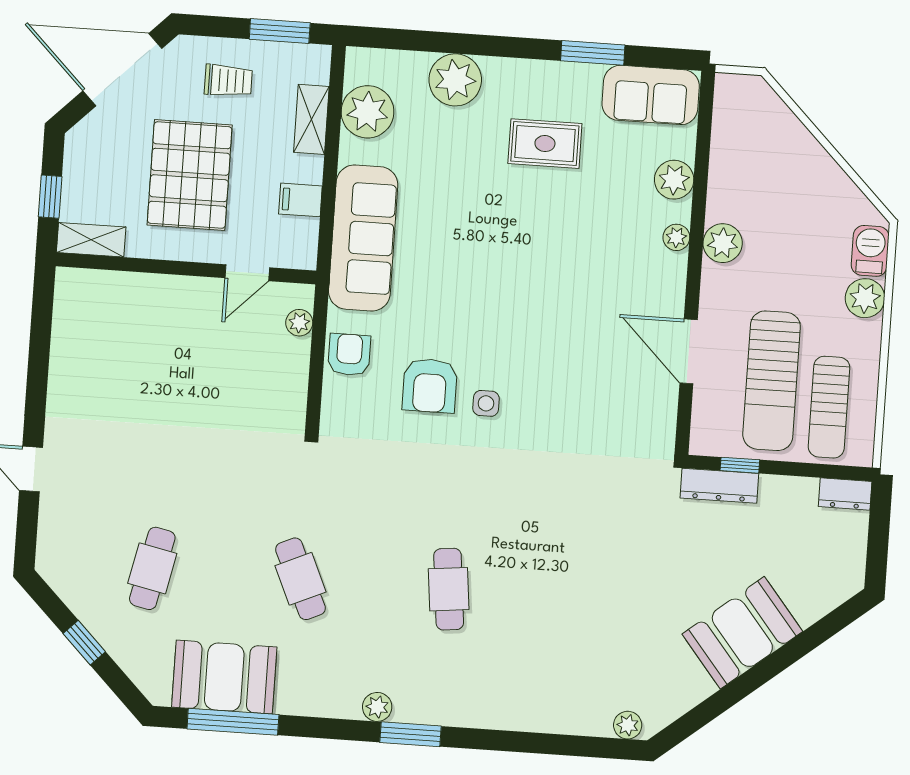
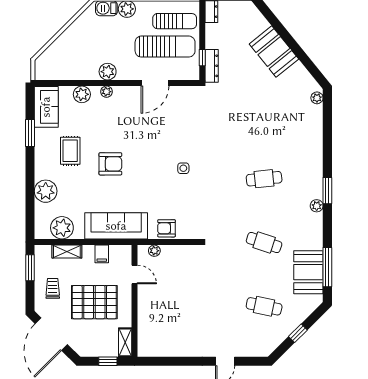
armchair: (430, 386) -> (110, 164), moved
cafe table: (300, 579) -> (264, 242), turned 42

